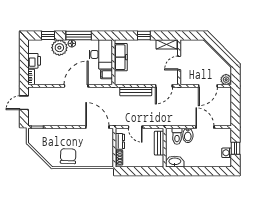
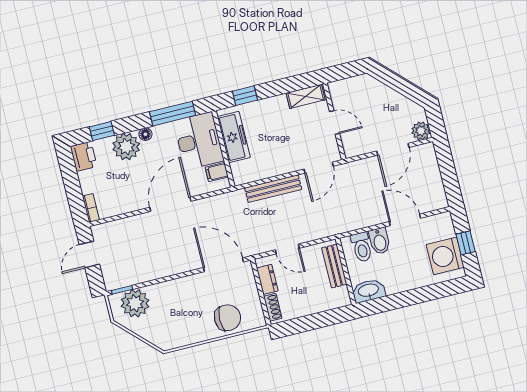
window: (79, 36) -> (173, 114), moved
window: (144, 36) -> (245, 96), moved
printer: (34, 61) -> (84, 156), moved
door: (179, 63) -> (335, 123), swing flipped
plant: (43, 136) -> (135, 303), added
washing machine: (227, 153) -> (445, 256), width x1.89, depth x1.89
chair: (68, 156) -> (228, 318), moved, turned 88

